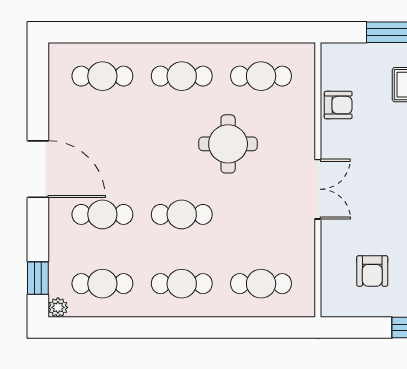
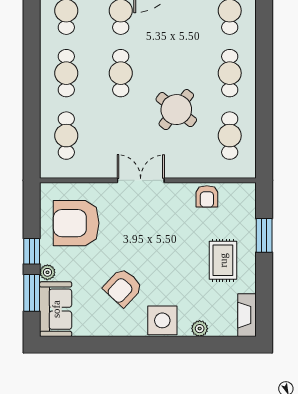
round table: (228, 144) -> (176, 110), turned 38
double door: (318, 189) -> (141, 180), swing flipped
armchair: (372, 271) -> (76, 223), width x1.88, depth x1.88

